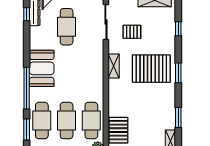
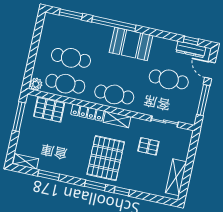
sliding door: (106, 22) -> (165, 121), width x0.73
window: (178, 29) -> (122, 191), moved
pallet: (132, 32) -> (148, 146), turned 90
locker: (113, 94) -> (87, 113), added
cafe table: (42, 121) -> (114, 94), moved

